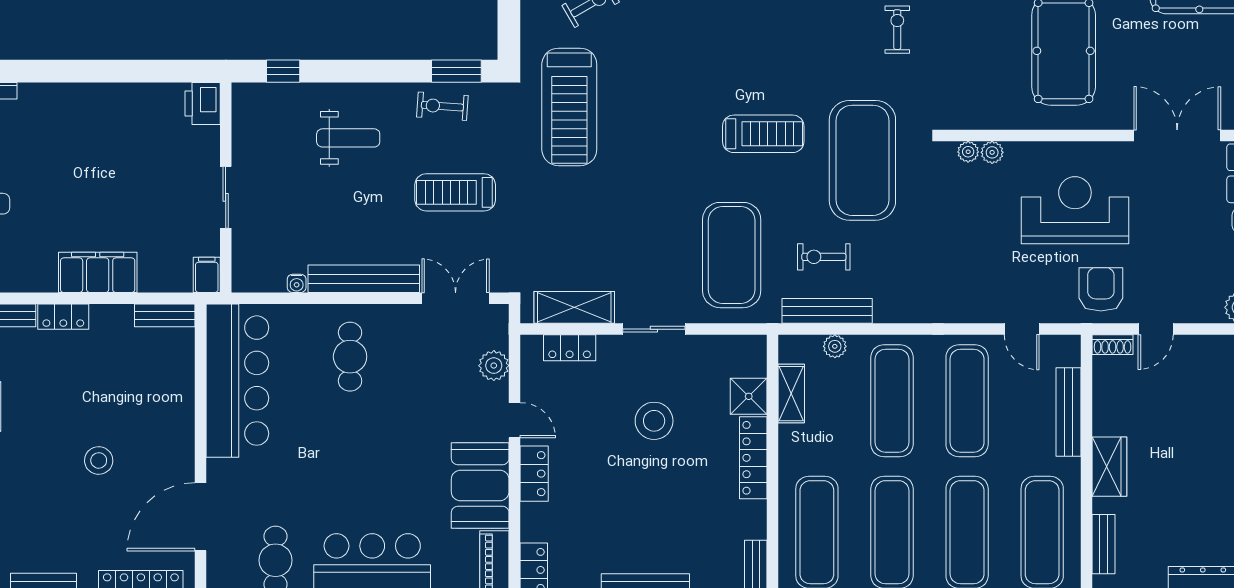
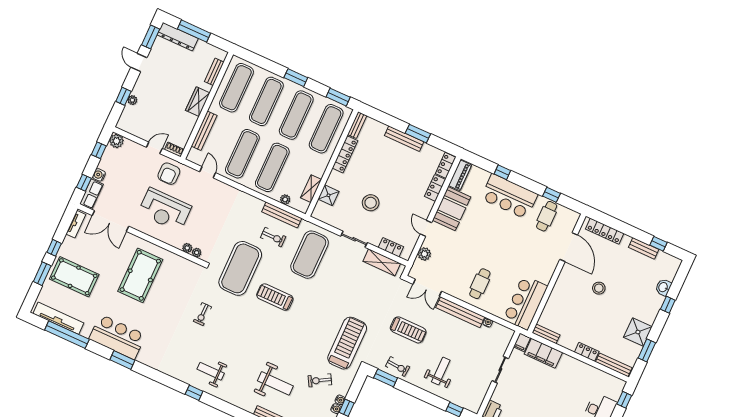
weight bench: (348, 138) -> (441, 371), turned 90
filing cabinet: (98, 272) -> (543, 353), moved
bar counter: (237, 381) -> (525, 303), width x0.73
locker: (753, 458) -> (345, 154), moved
locker: (534, 474) -> (435, 188), moved
door: (200, 517) -> (569, 247), hinge flipped

